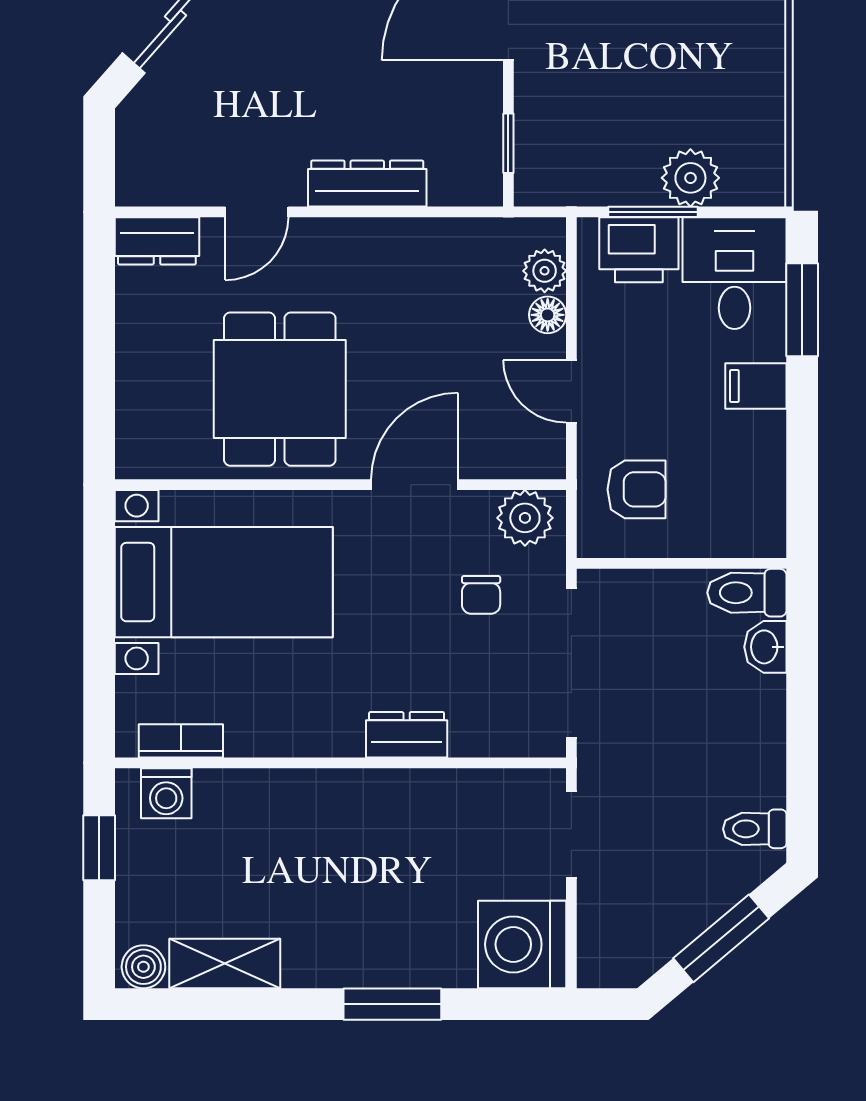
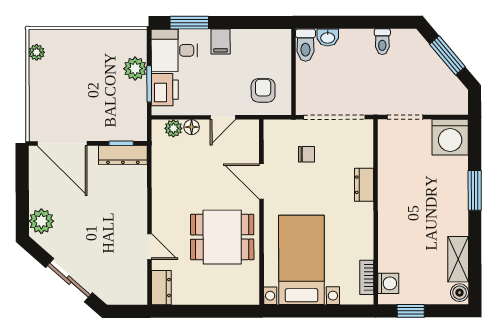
dresser: (367, 184) -> (123, 155), moved, turned -90
plant: (525, 518) -> (275, 136), removed
toilet: (755, 829) -> (382, 42), moved

